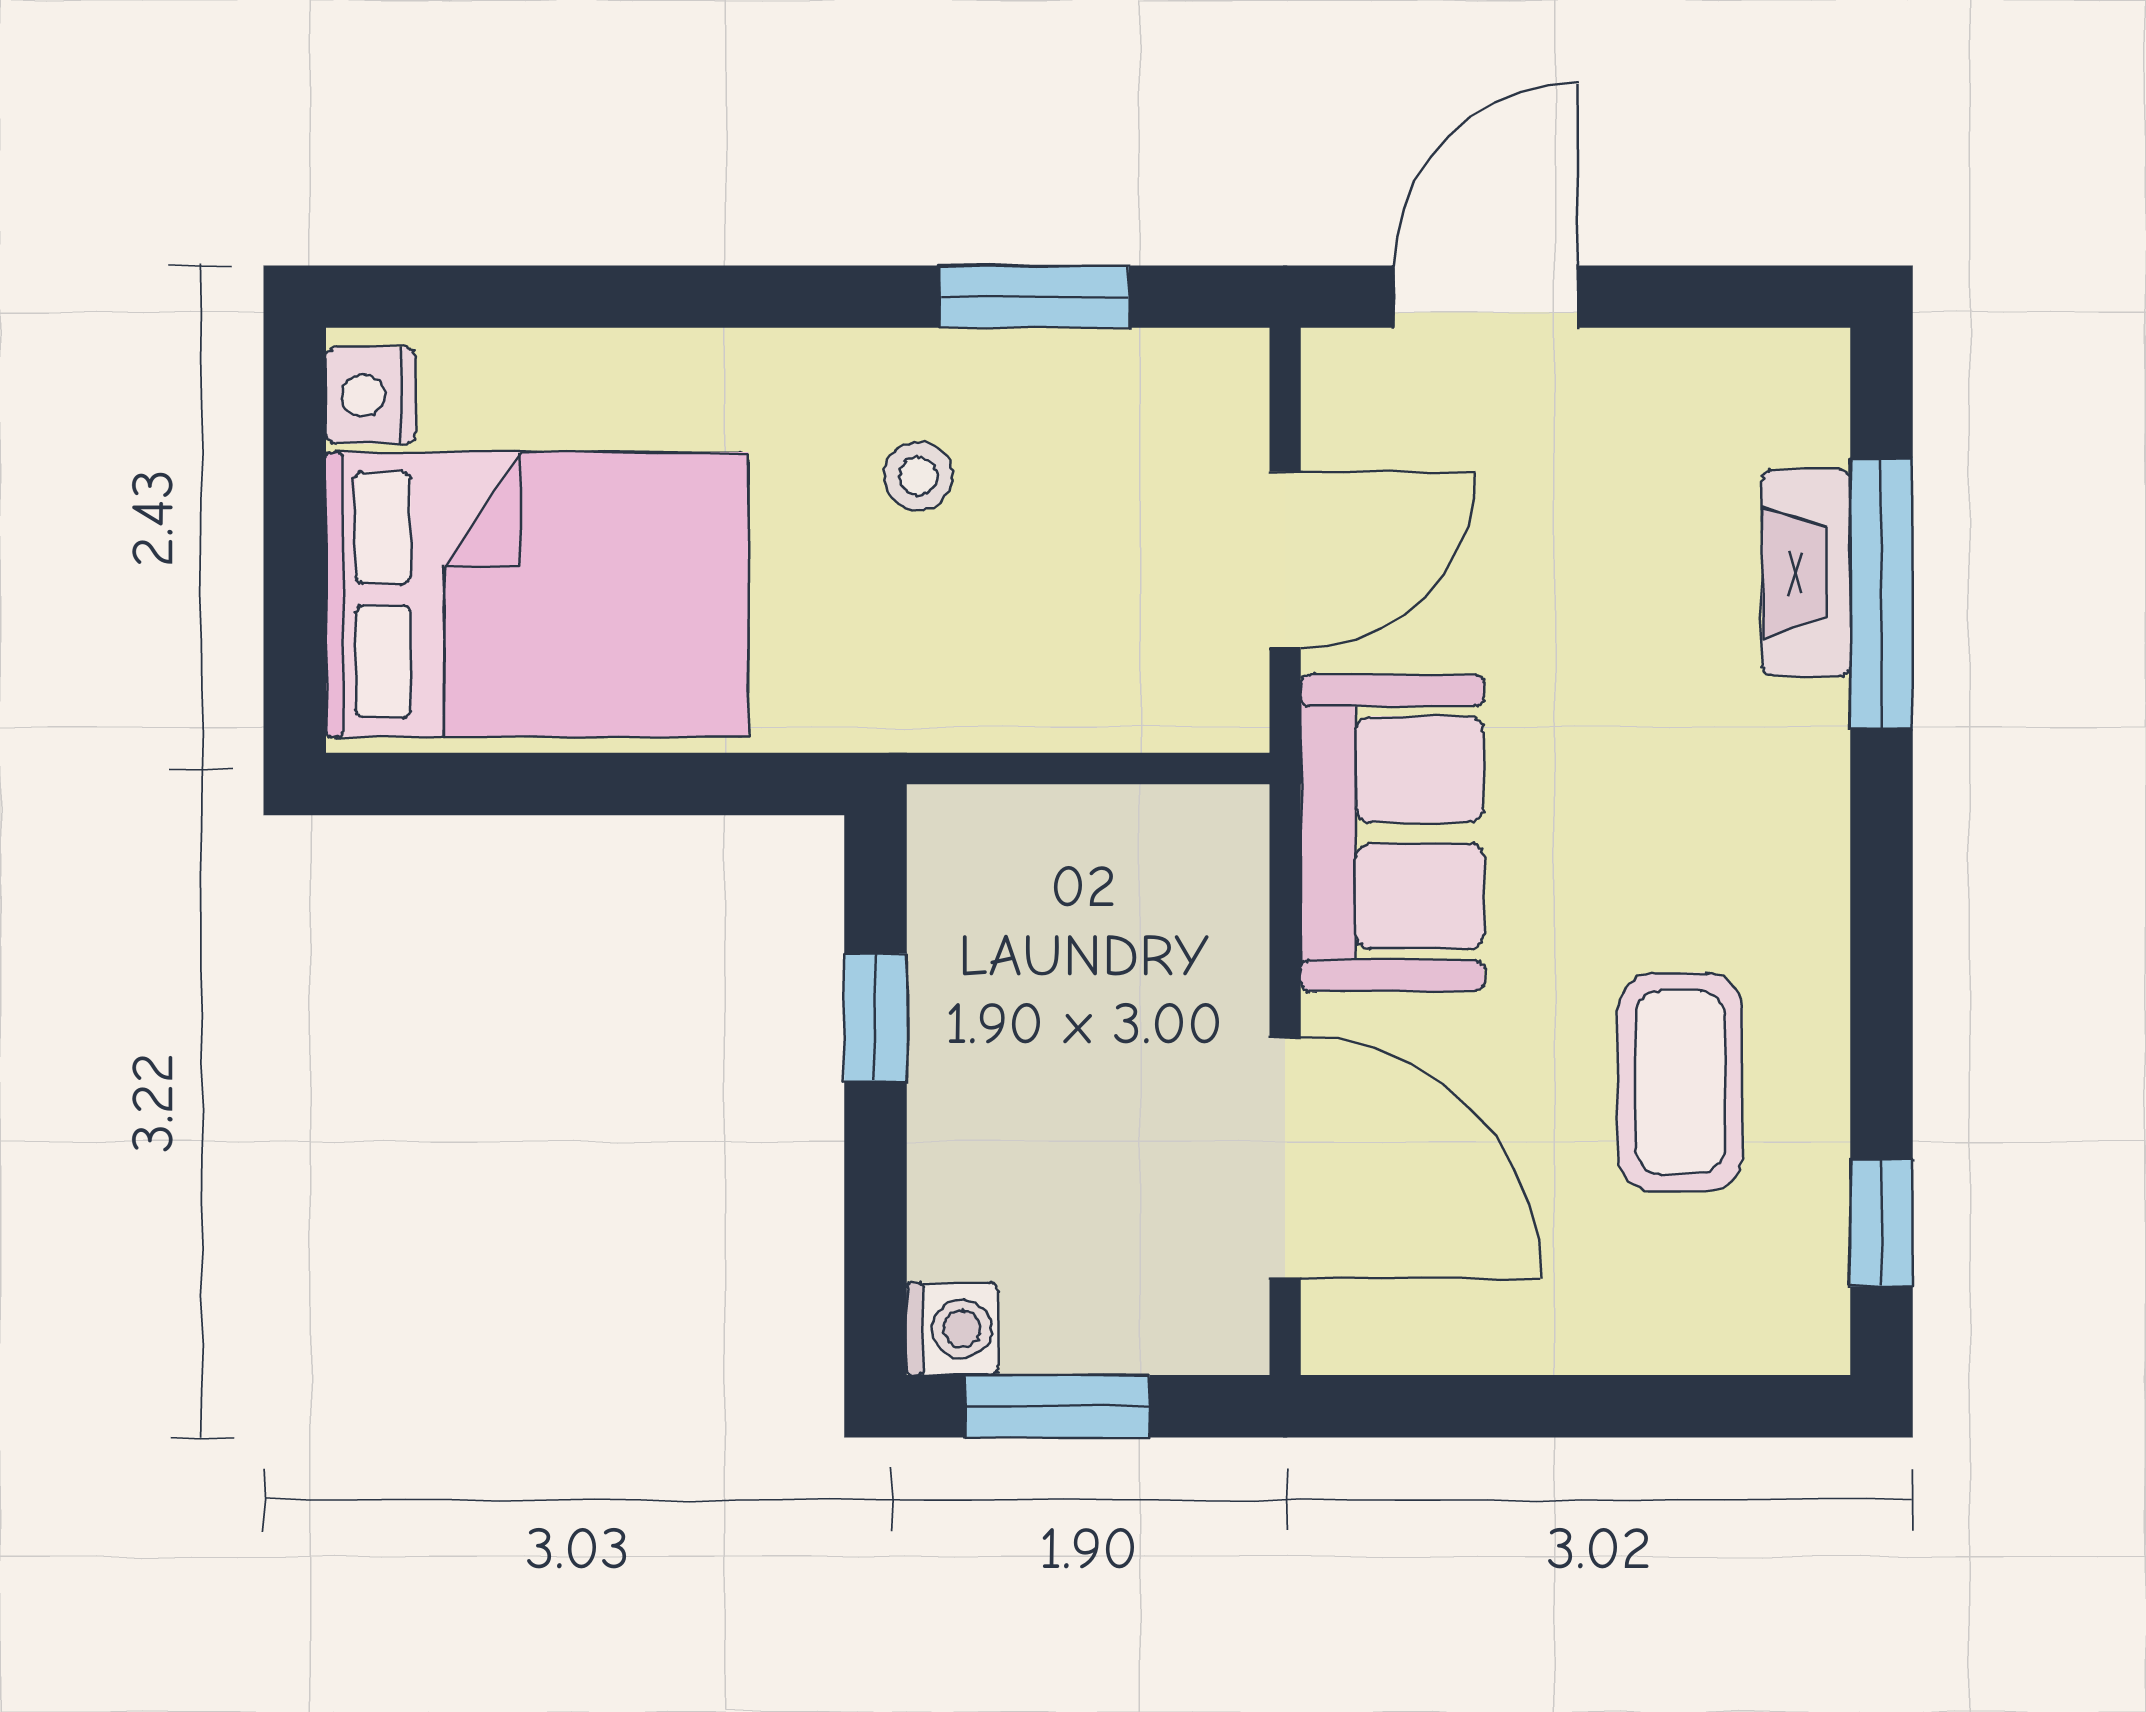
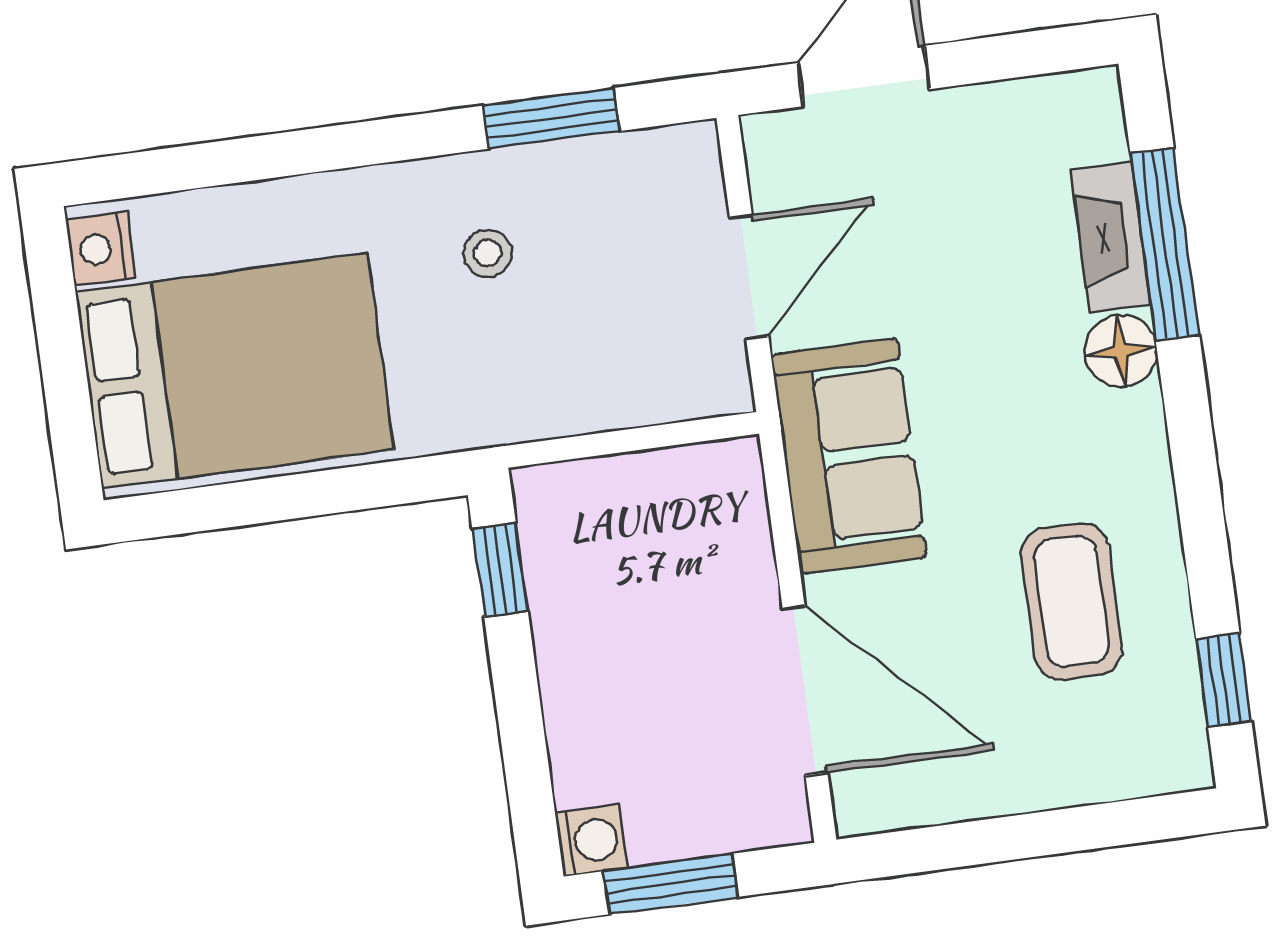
floor lamp: (1799, 736) -> (1121, 351), added
window: (875, 1017) -> (500, 570), moved

